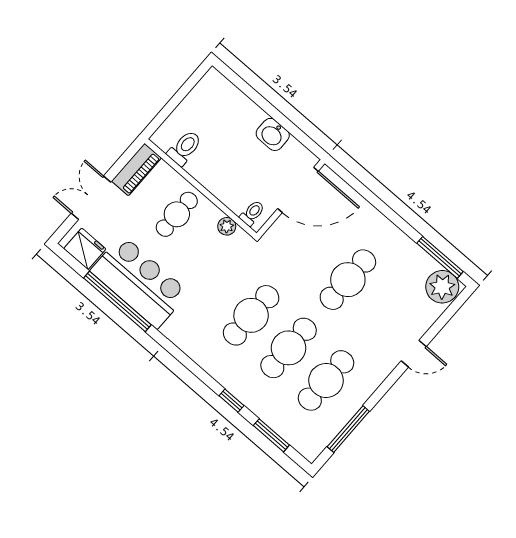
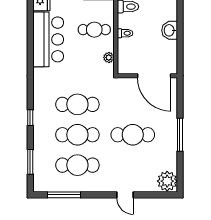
washbasin: (273, 134) -> (170, 30), moved
toilet: (252, 213) -> (125, 33), moved
window: (440, 257) -> (180, 135), moved
window: (117, 301) -> (30, 37), removed
window: (232, 401) -> (30, 118), moved

